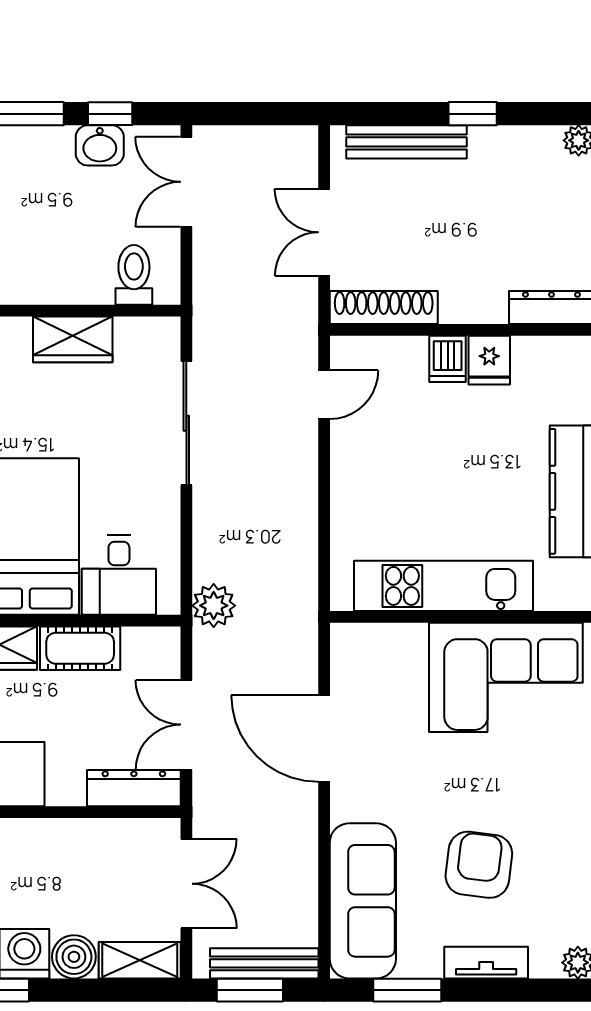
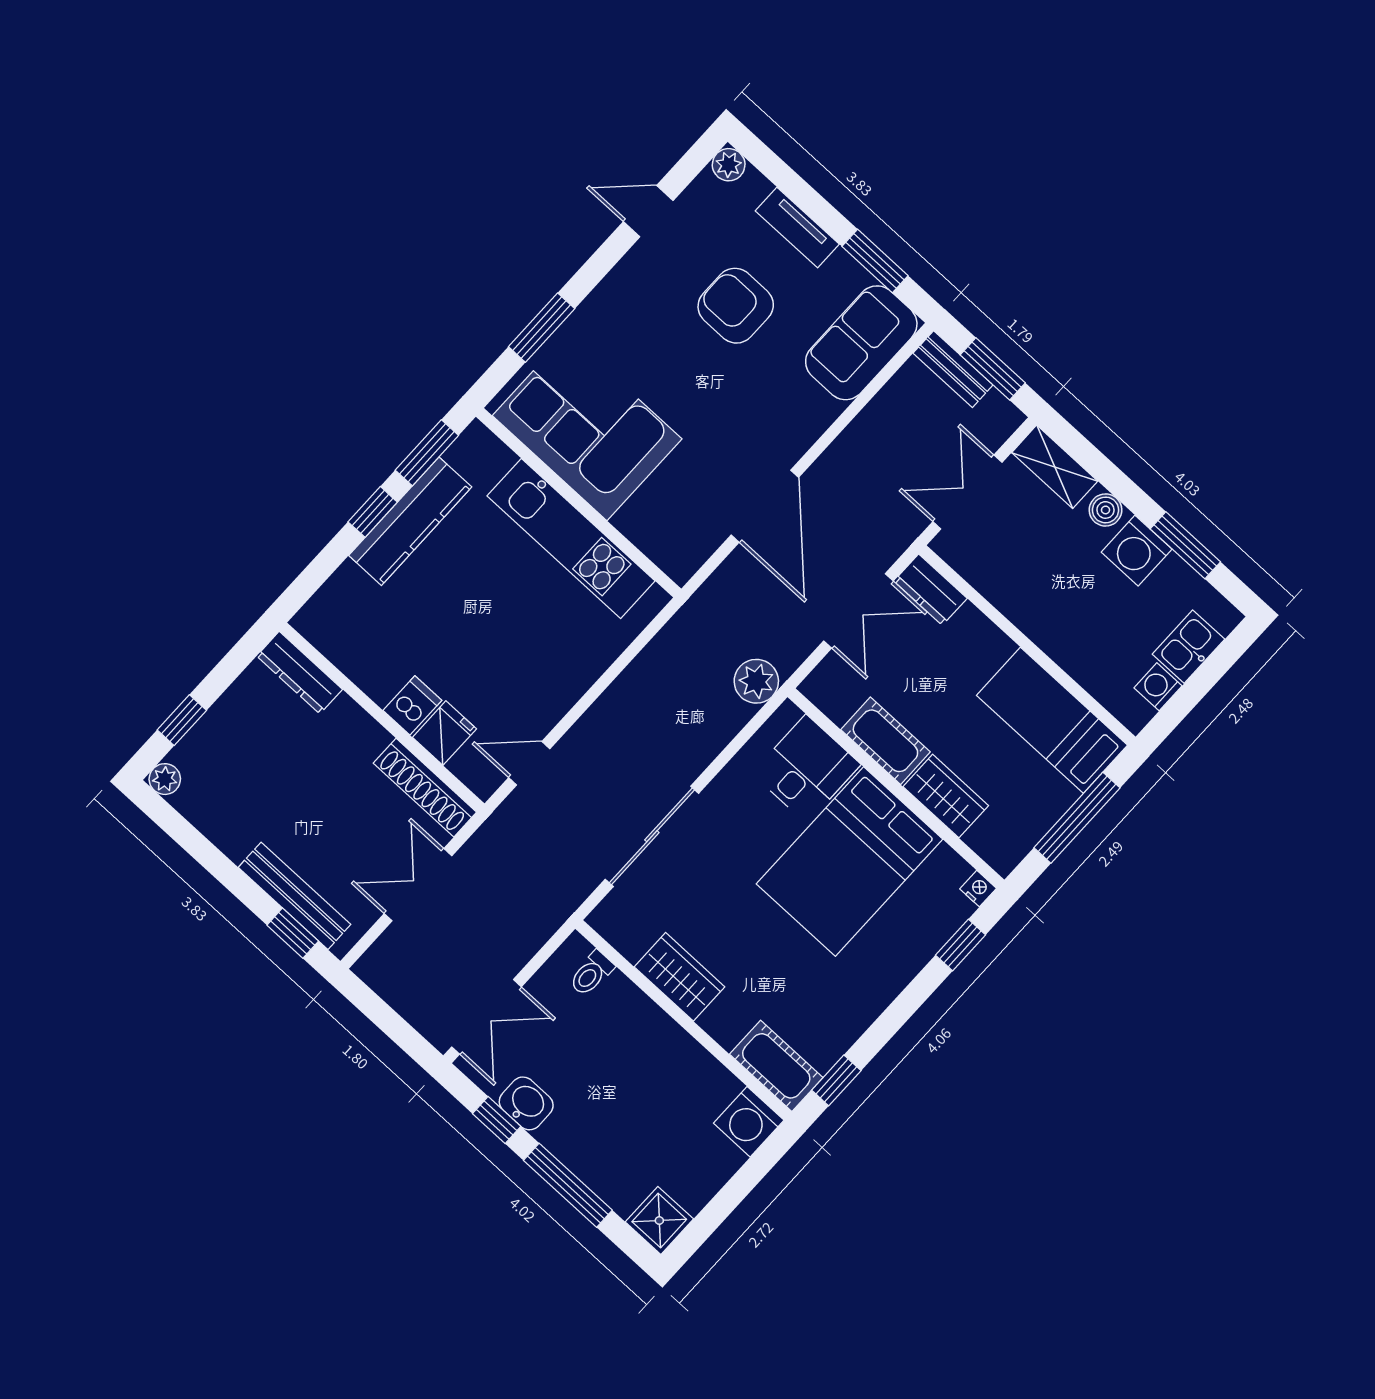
window: (473, 114) -> (293, 933), moved
double door: (324, 232) -> (418, 885), swing flipped
toilet: (134, 275) -> (591, 973), width x0.73, depth x0.72
fridge: (489, 360) -> (444, 733), moved
dresser: (134, 788) -> (930, 590), width x0.70
armchair: (479, 865) -> (736, 306), turned 83
sofa: (363, 901) -> (861, 343), width x0.73
boiler: (74, 957) -> (1105, 510), width x0.73, depth x0.73
bench: (264, 963) -> (953, 369), width x0.73

